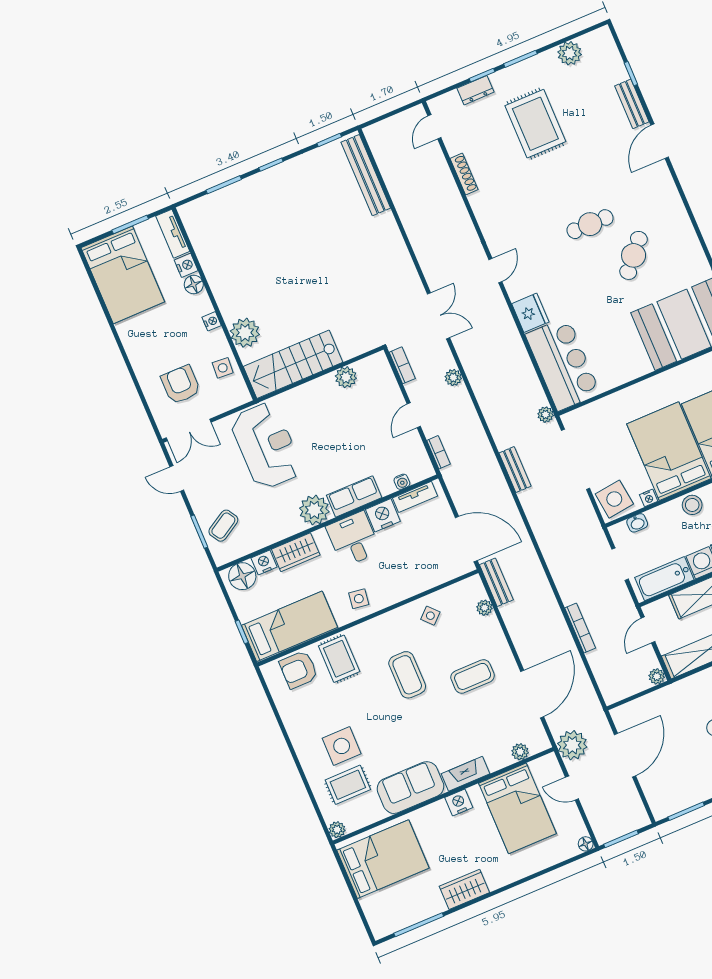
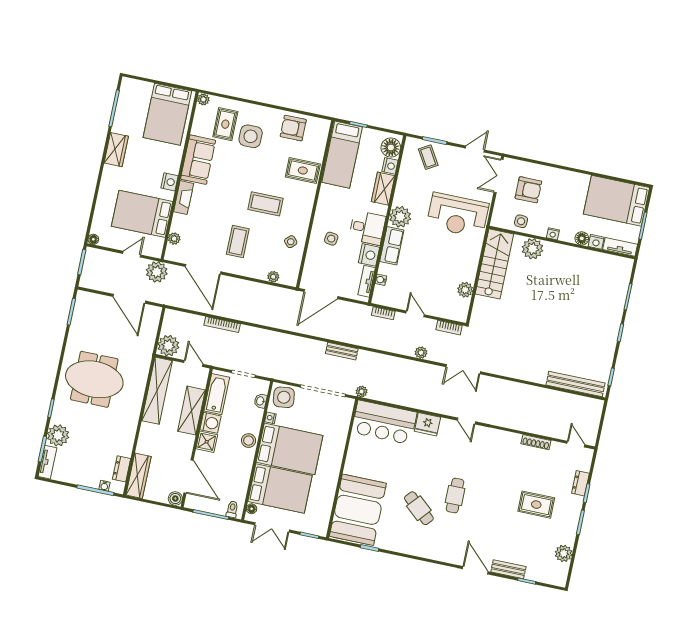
rug: (535, 124) -> (536, 505), width x0.73, depth x0.70
bench: (496, 582) -> (283, 294), removed
side table: (359, 599) -> (331, 239), moved
armchair: (299, 670) -> (293, 128), moved, turned -90
plant: (657, 676) -> (168, 346), width x1.88, depth x1.88

